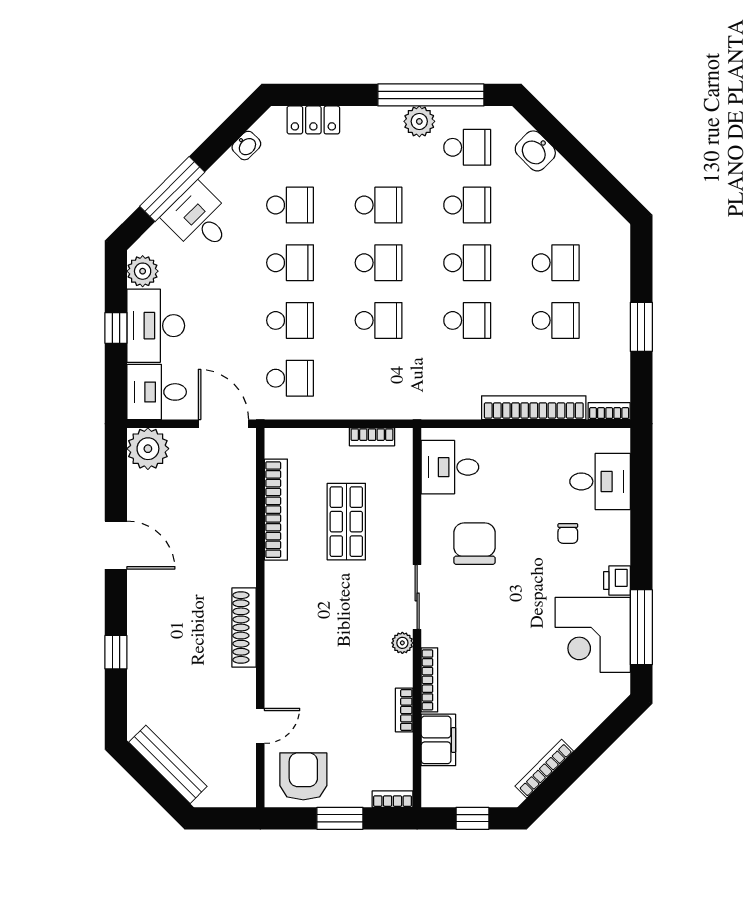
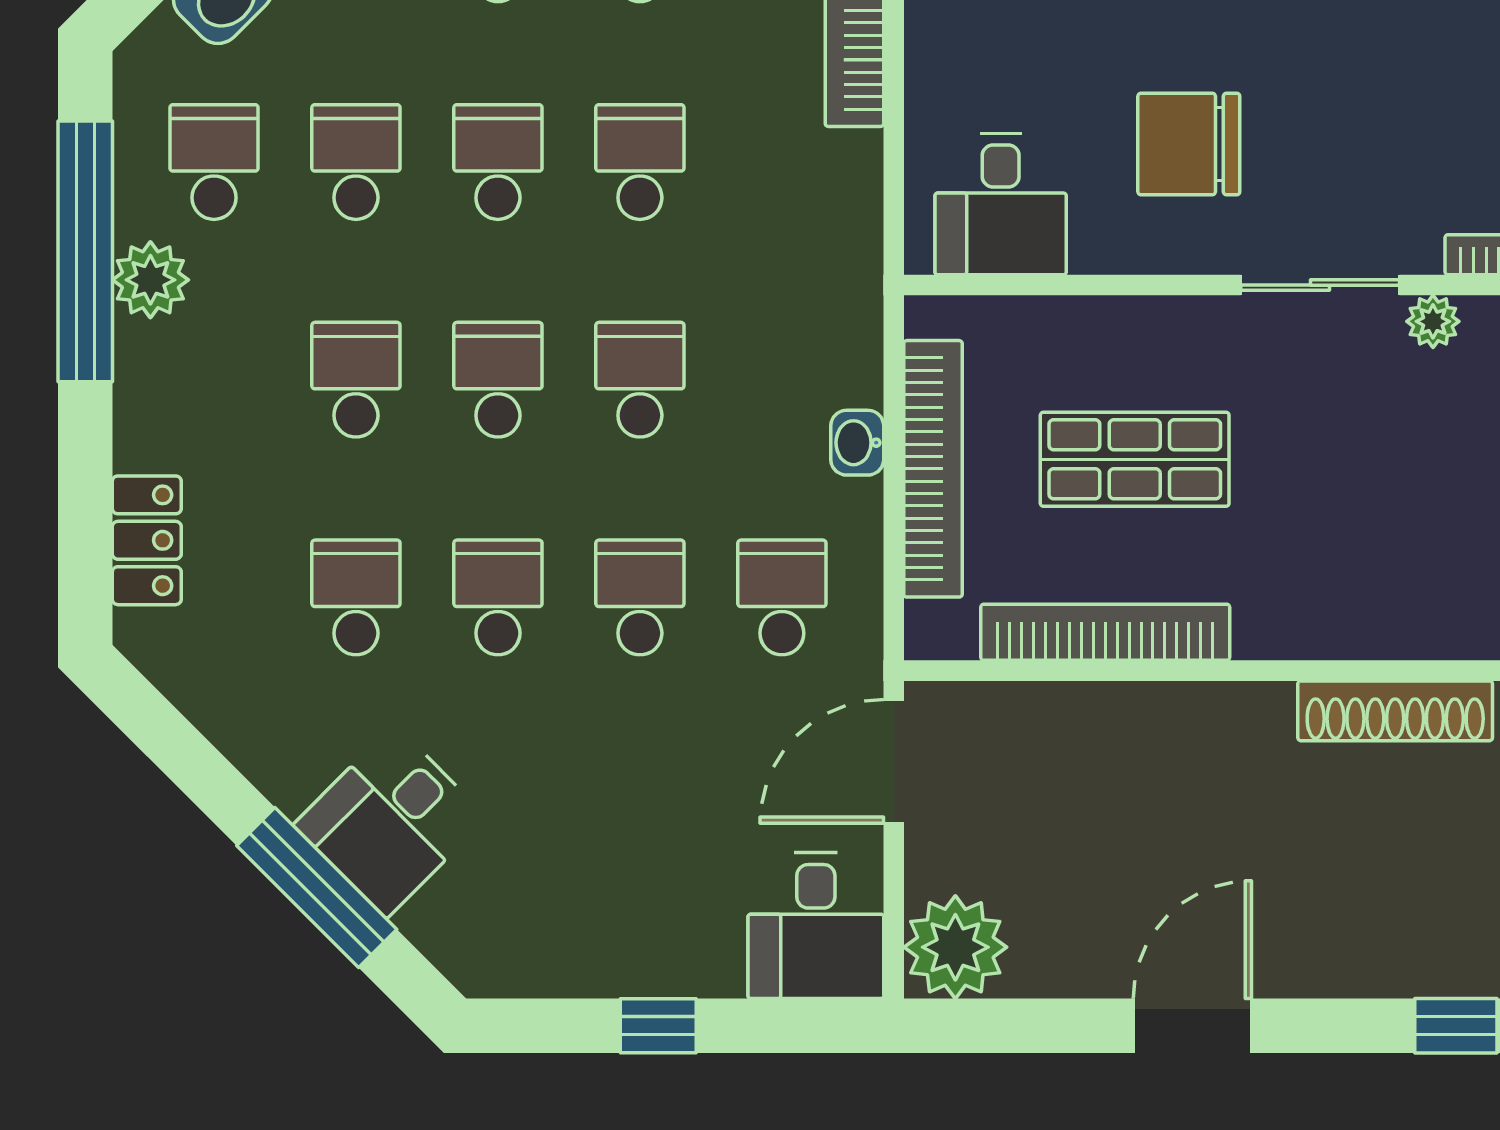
washbasin: (246, 146) -> (857, 443), moved, turned -135
plant: (143, 271) -> (519, 960), removed
desk: (156, 326) -> (653, 928), removed
bookcase: (372, 437) -> (933, 469), width x2.31, depth x1.31

